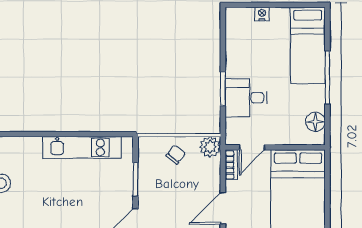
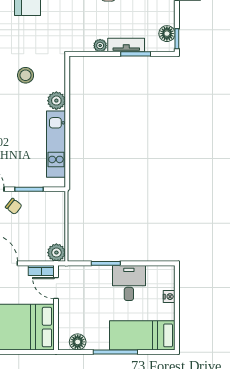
desk: (246, 98) -> (129, 283), moved
plant: (31, 147) -> (56, 101), added
chair: (176, 155) -> (14, 206), moved

